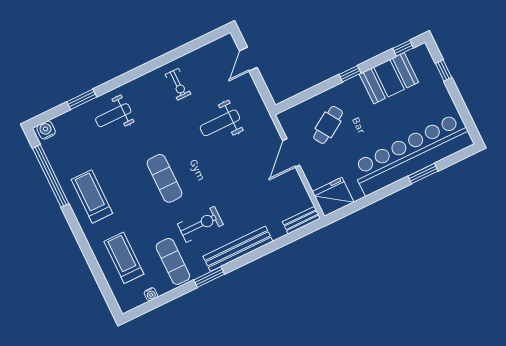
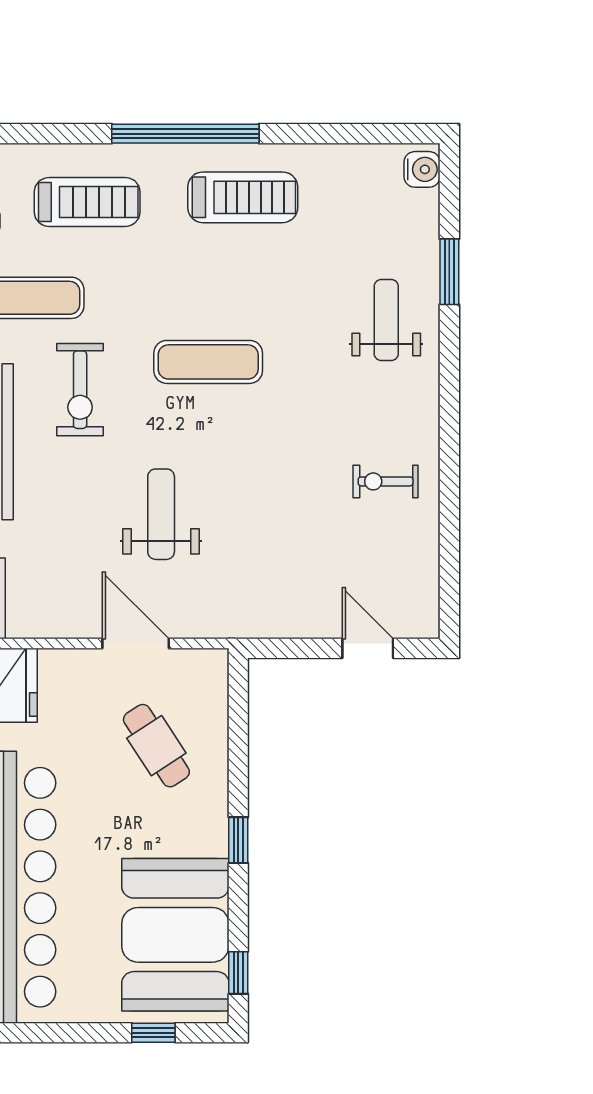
booth: (389, 78) -> (175, 935), width x1.36, depth x1.42
weight bench: (220, 123) -> (161, 514), moved
window: (51, 176) -> (185, 134), moved

